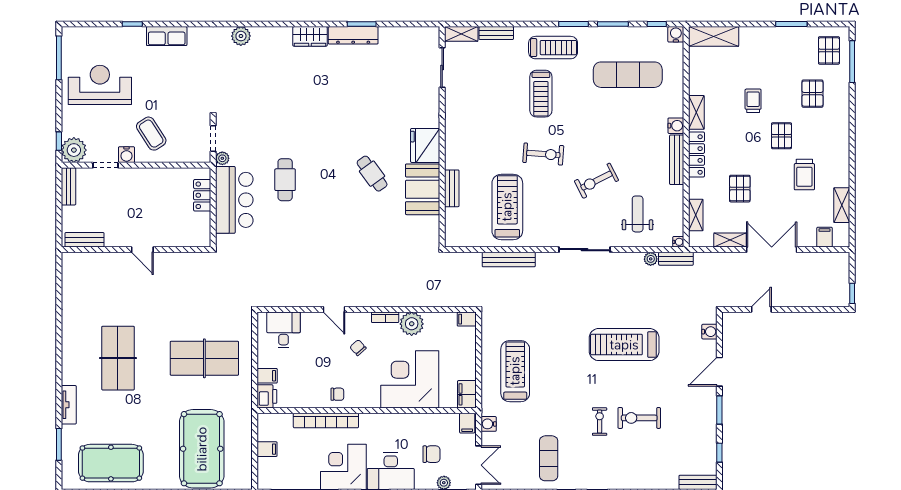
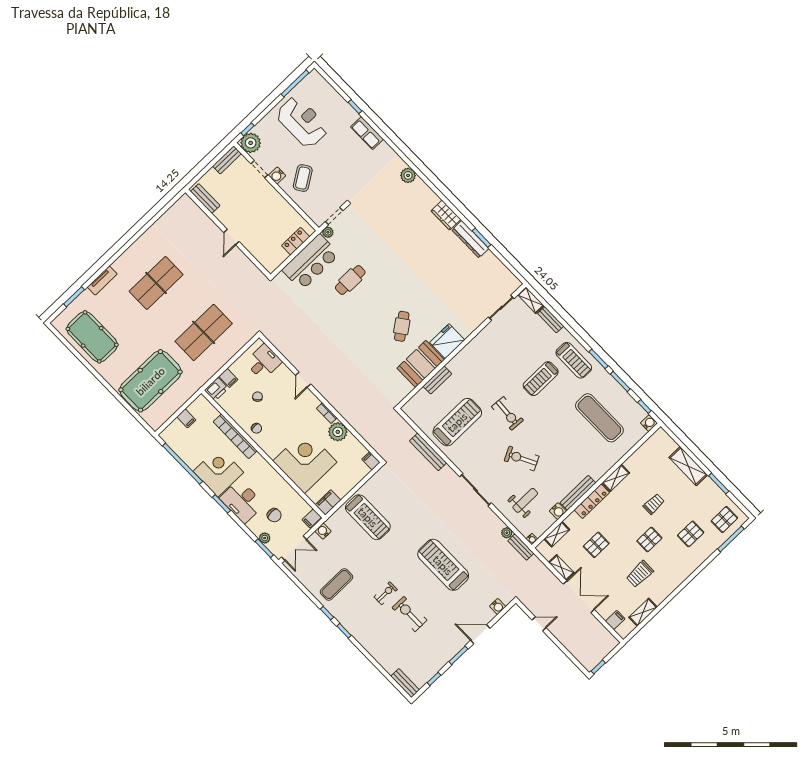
shelving: (714, 36) -> (688, 466), moved
water cooler: (676, 126) -> (558, 511), moved
chair: (358, 348) -> (257, 397), moved
table tennis table: (204, 358) -> (204, 332), turned 90
treadmill: (515, 371) -> (368, 517), turned 90

